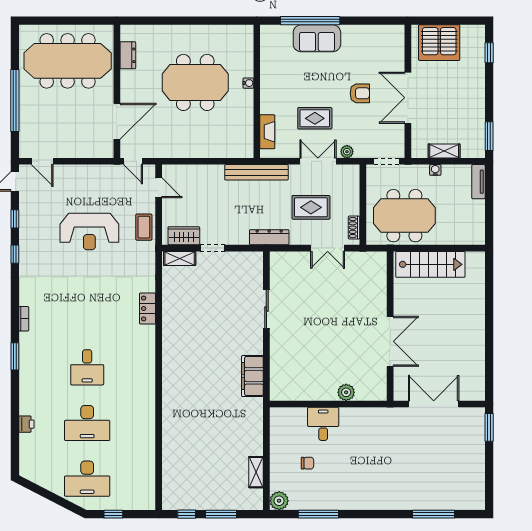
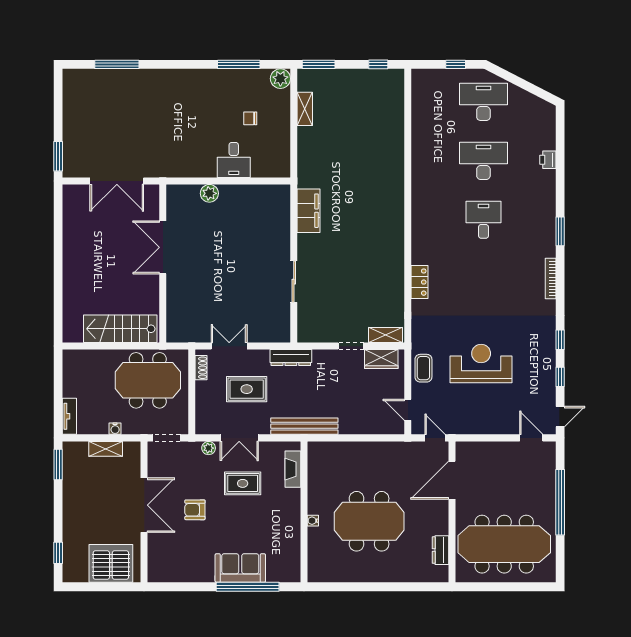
bookcase: (24, 319) -> (551, 279), width x1.56
window: (221, 514) -> (319, 64), moved

